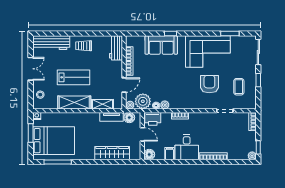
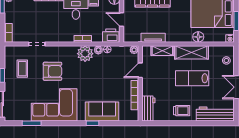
armchair: (209, 84) -> (52, 71), turned -90
plant: (143, 101) -> (85, 54), moved
floor lamp: (129, 118) -> (198, 37), moved

